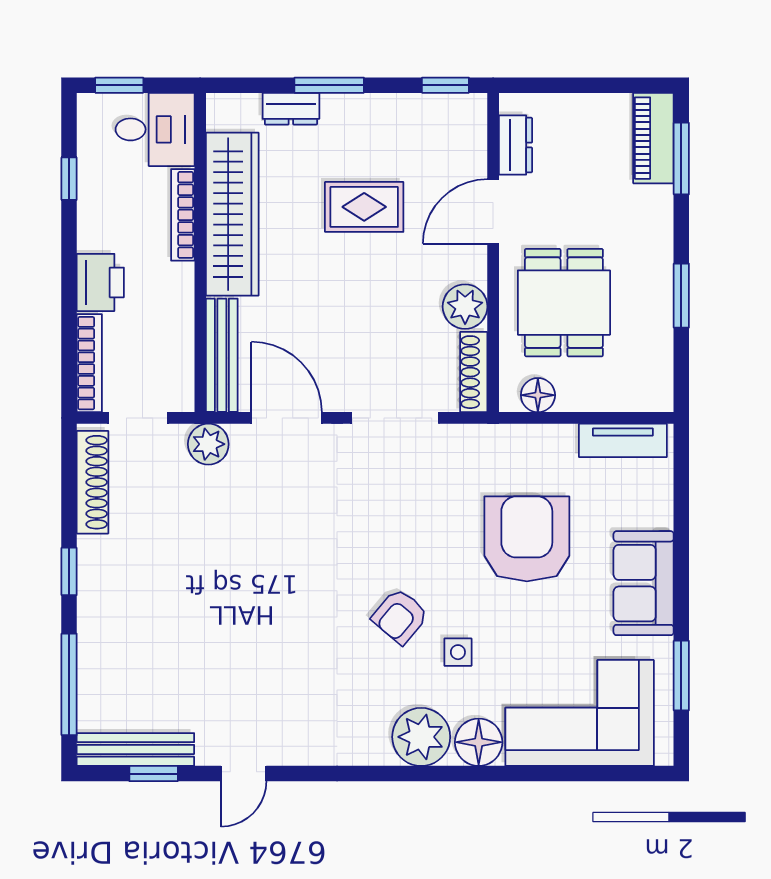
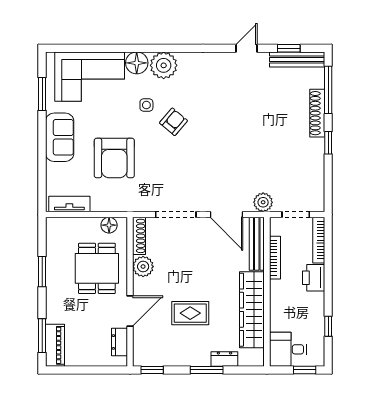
bookcase: (183, 215) -> (275, 258), moved
shoe rack: (93, 482) -> (317, 113), moved

